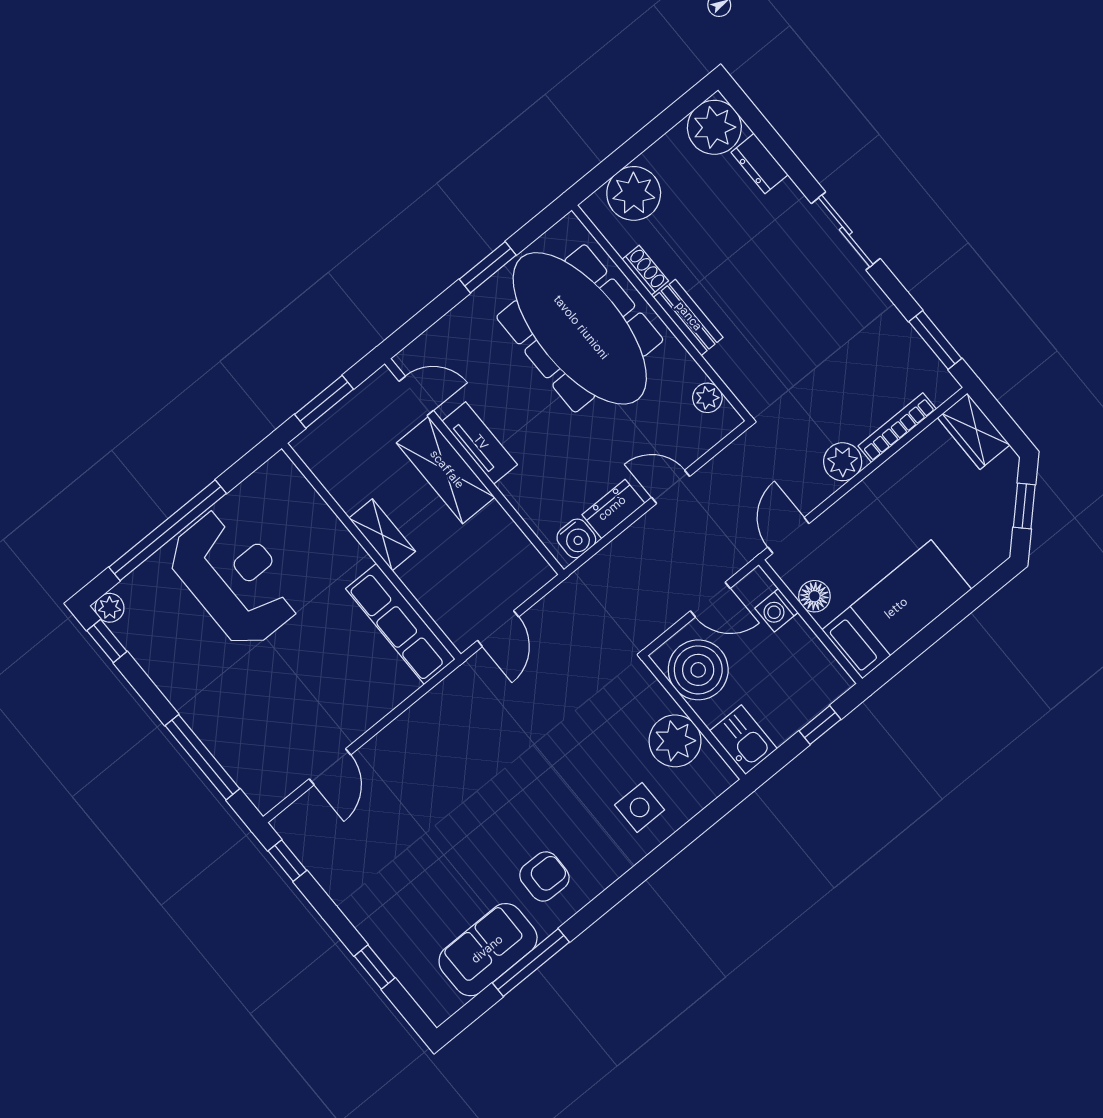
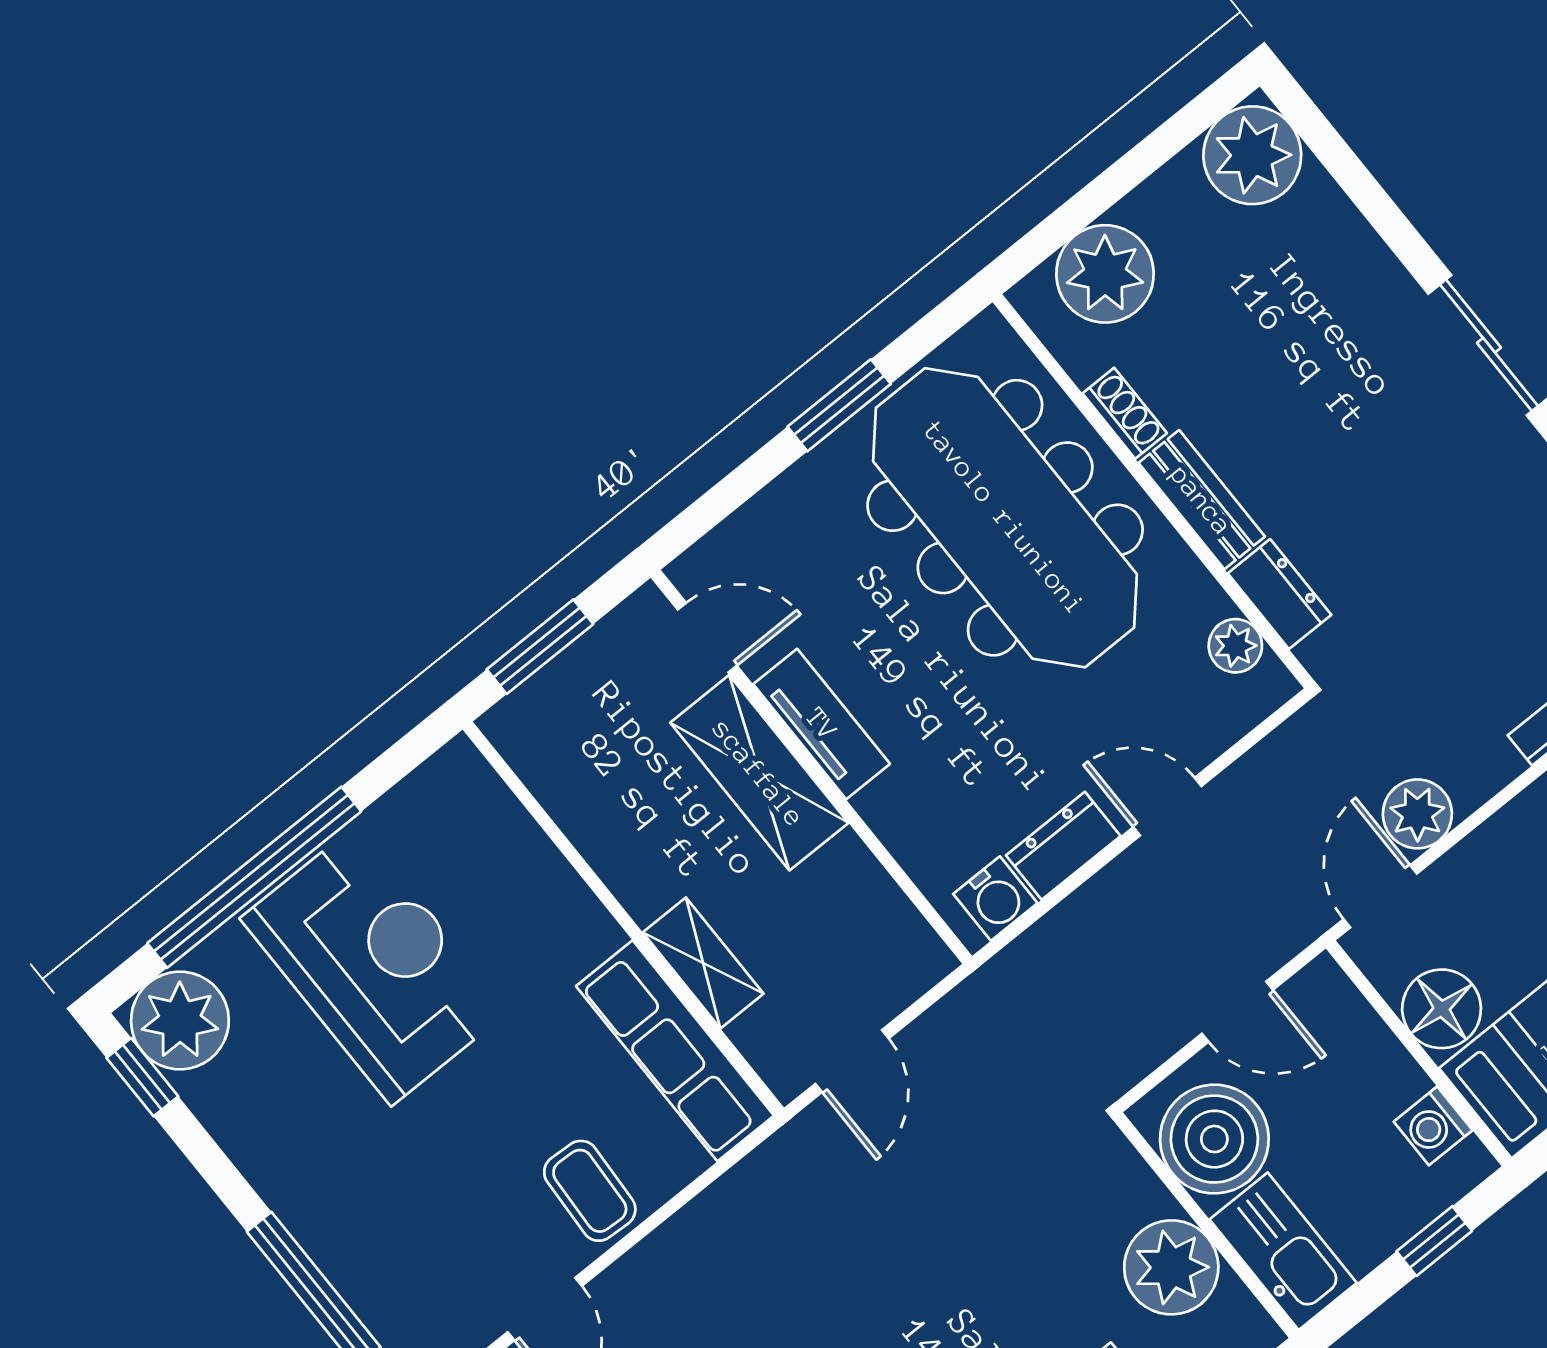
dresser: (760, 164) -> (1280, 594), moved, turned 180
plant: (843, 462) -> (1417, 814), moved
shelving: (382, 535) -> (703, 963), moved
floor lamp: (814, 596) -> (1442, 1009), width x1.38, depth x1.38
plant: (110, 608) -> (180, 1020), width x1.88, depth x1.88
washing machine: (776, 610) -> (1433, 1126), moved
coffee table: (354, 701) -> (590, 1191), added
kitchen sink: (743, 740) -> (1283, 1251), width x1.38

